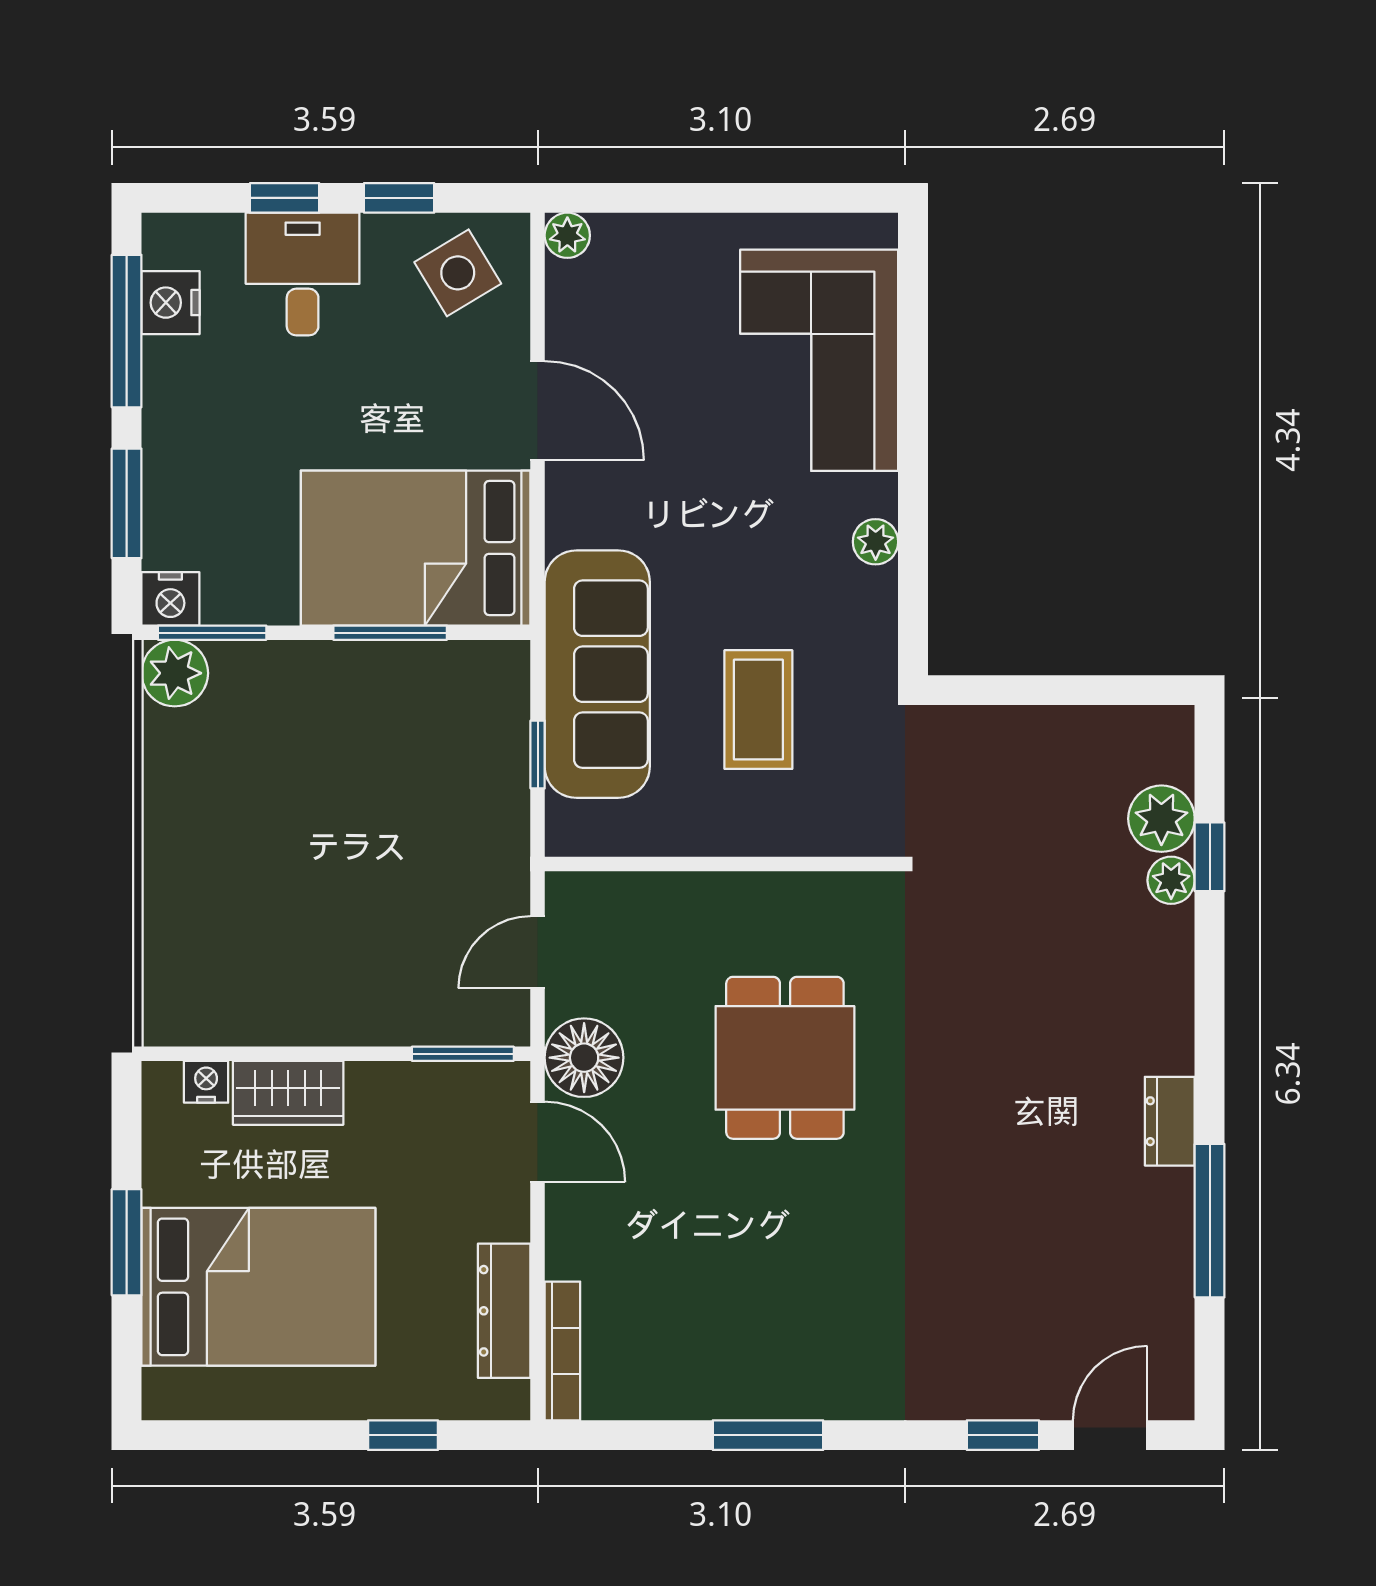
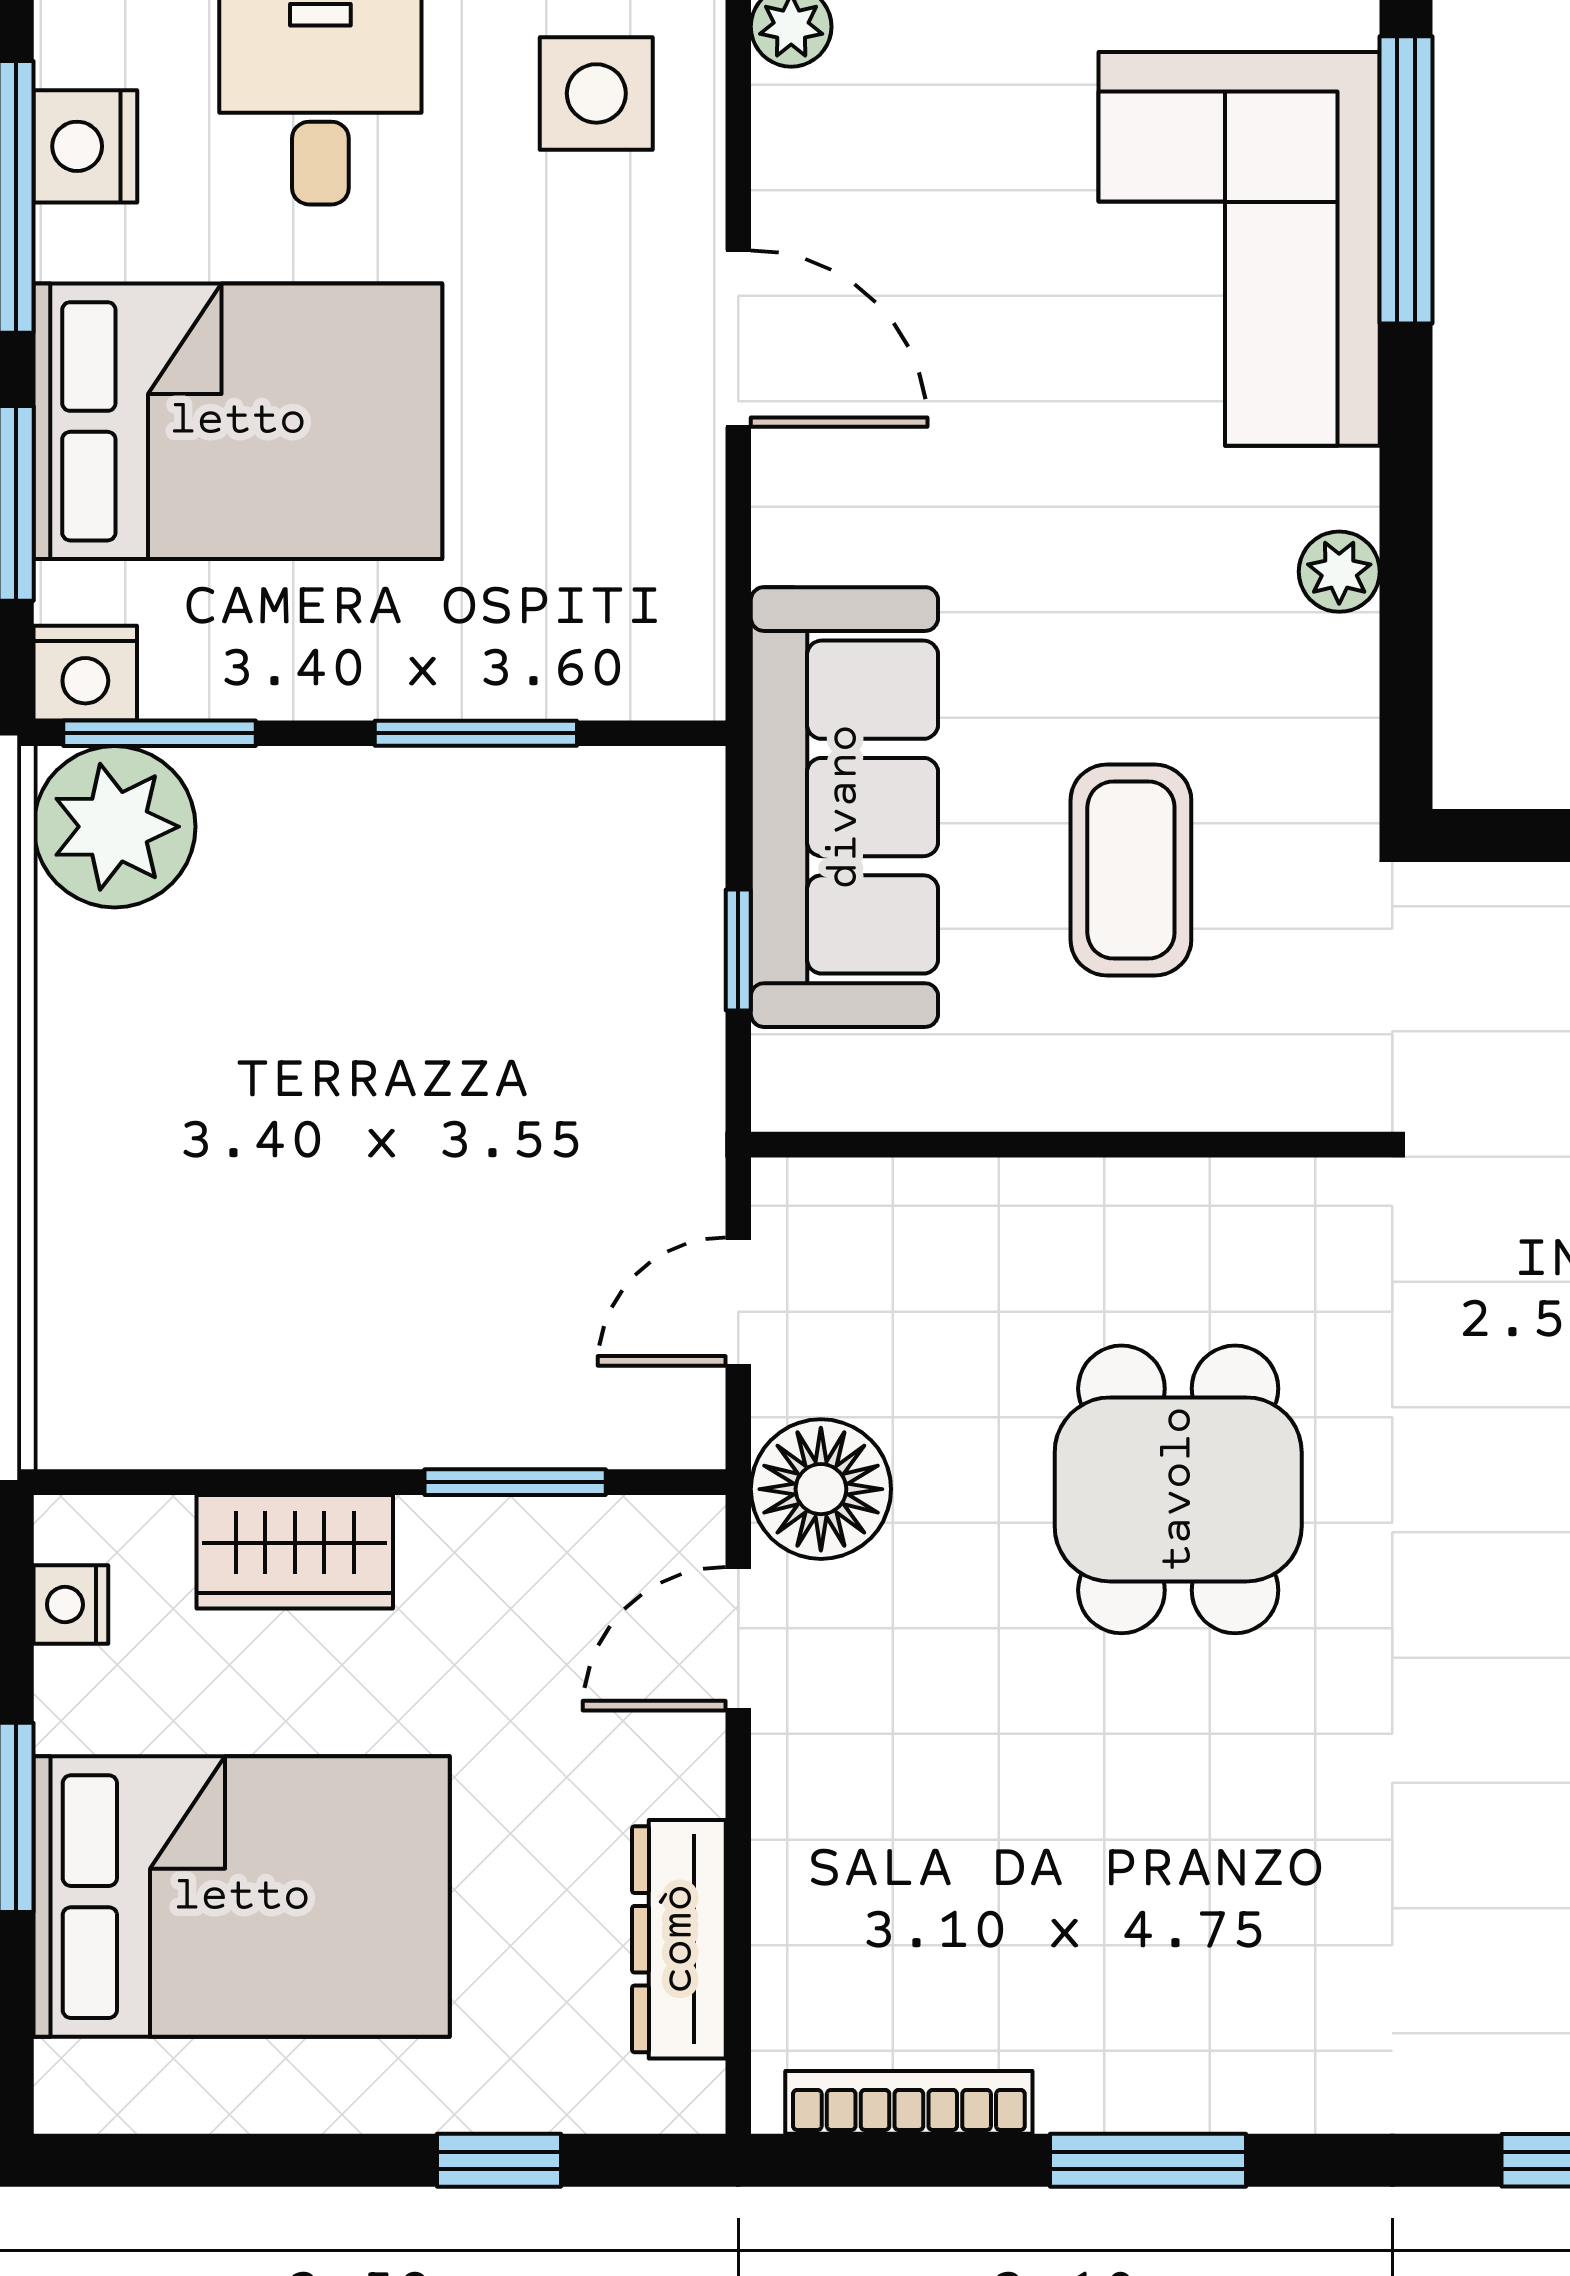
side table: (458, 273) -> (596, 93), turned 31
window: (913, 322) -> (1406, 180), added
bed: (416, 548) -> (238, 421), moved, turned 180
plant: (175, 673) -> (115, 827), width x1.36, depth x1.36
window: (463, 1054) -> (515, 1482), moved
nightstand: (206, 1082) -> (71, 1605), moved, turned -90
door: (538, 1142) -> (738, 1639), swing flipped
bookcase: (562, 1351) -> (909, 2102), moved, turned -90

